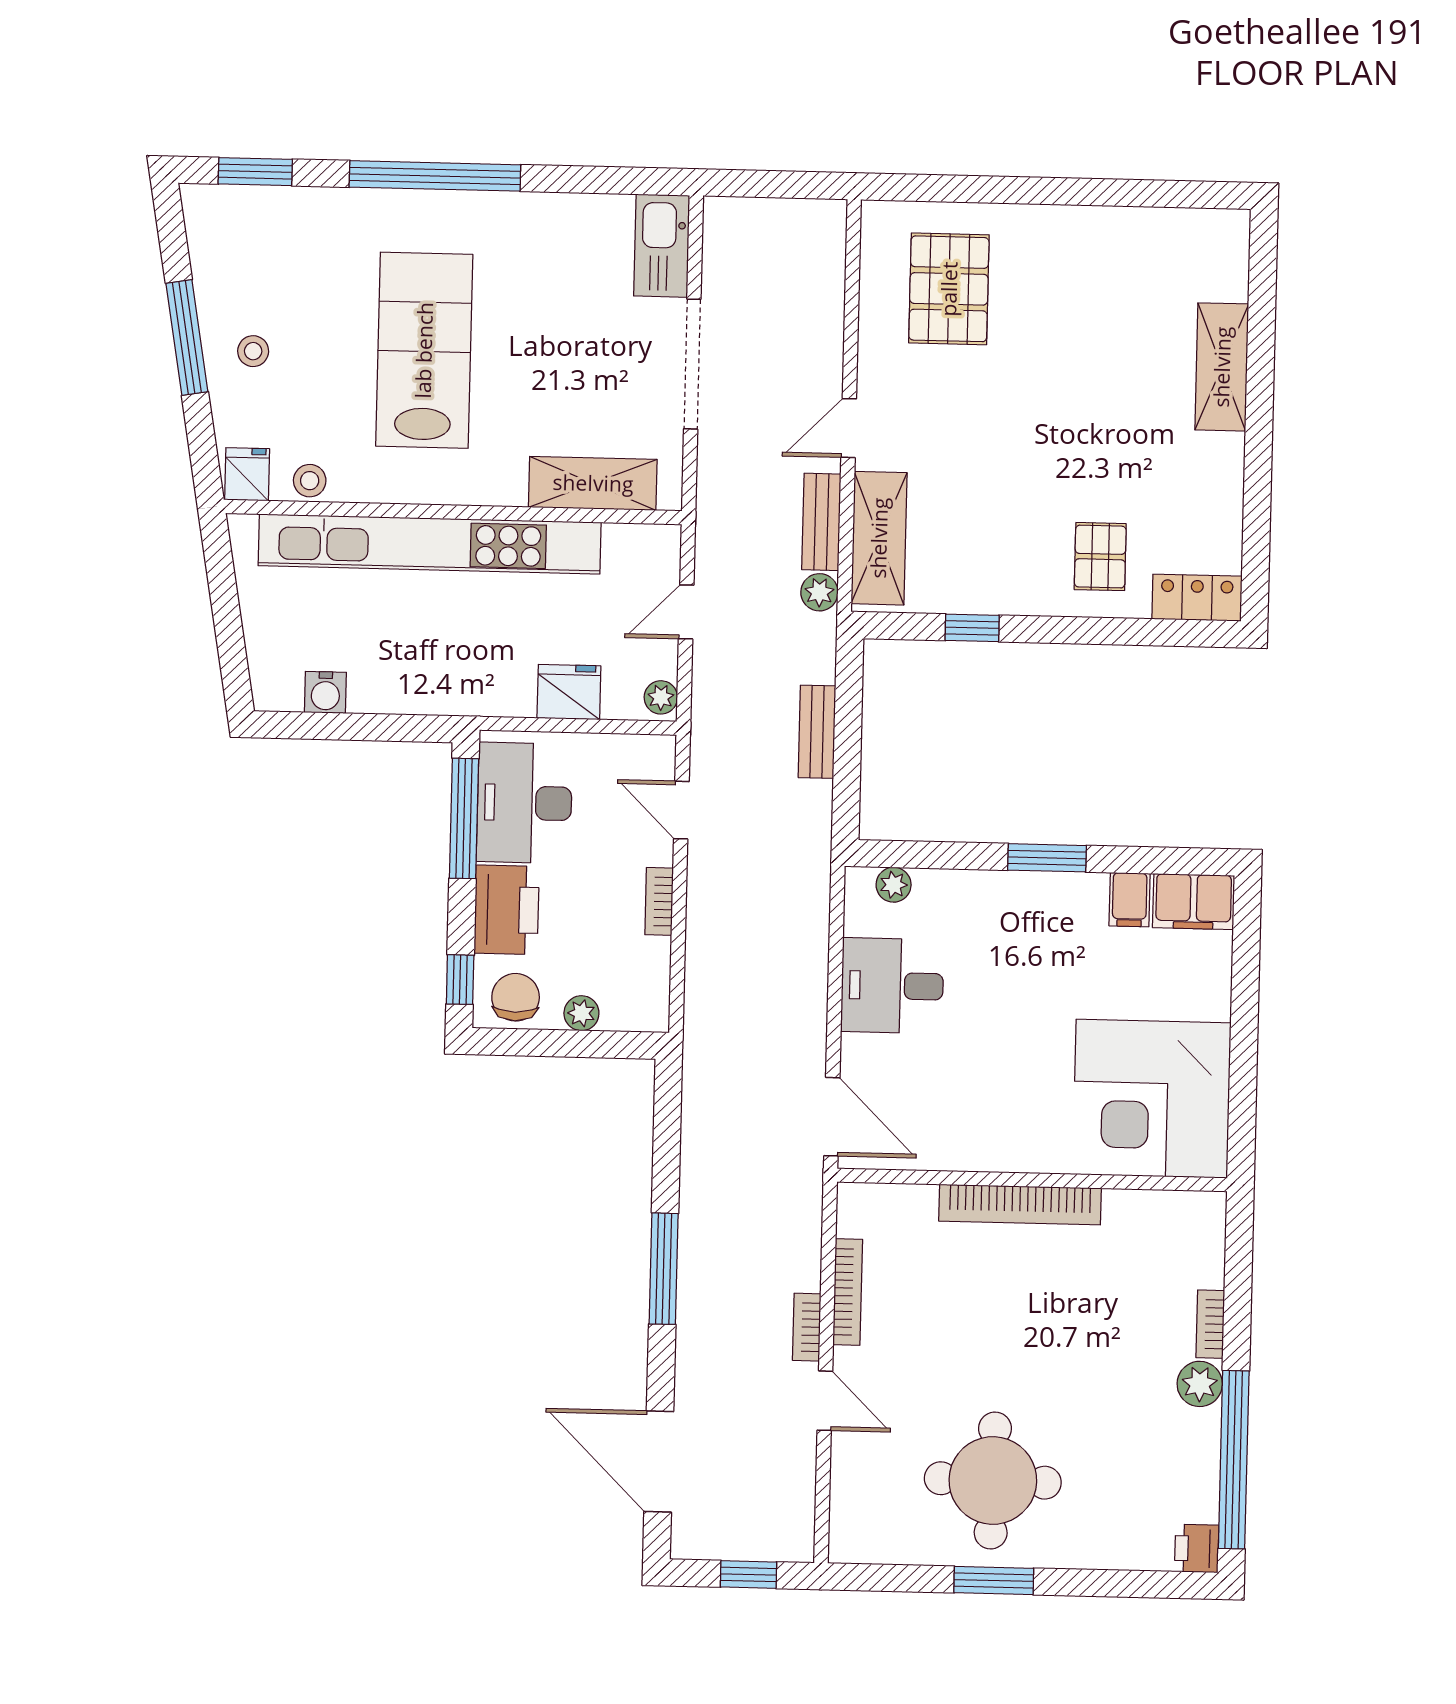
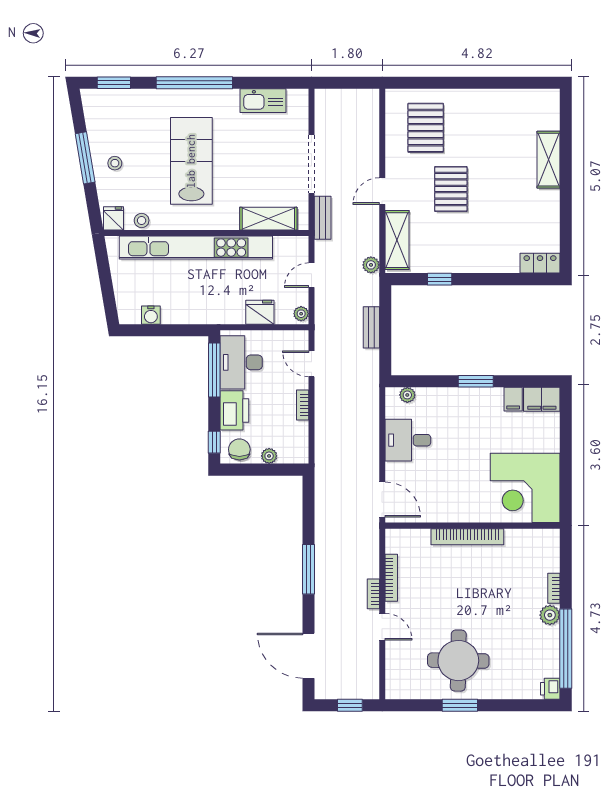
kitchen sink: (662, 246) -> (263, 101), moved, turned -90
bench: (821, 522) -> (323, 218), moved
pallet: (1100, 557) -> (451, 189), moved, width x1.50, depth x1.42

